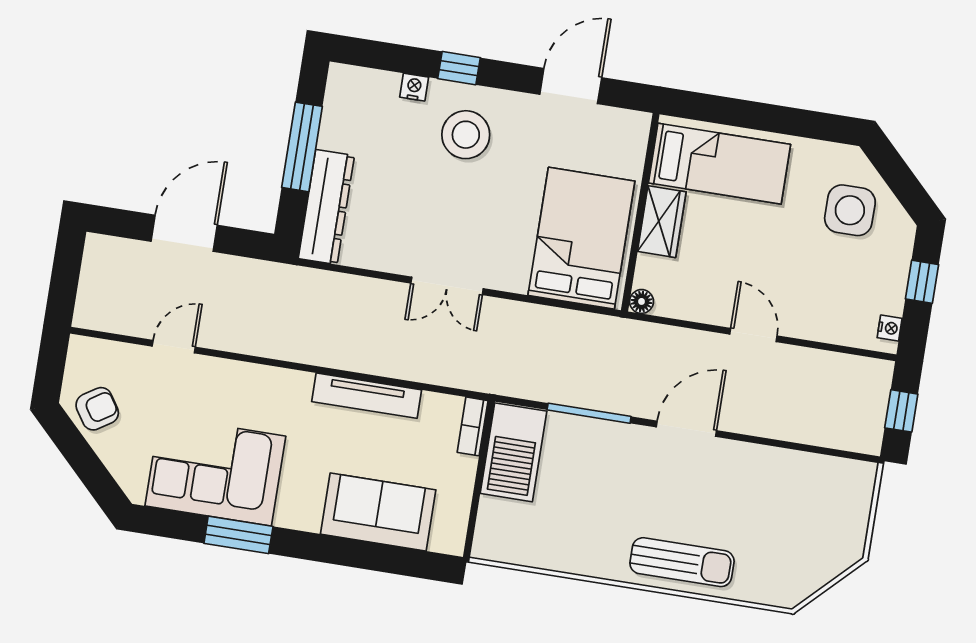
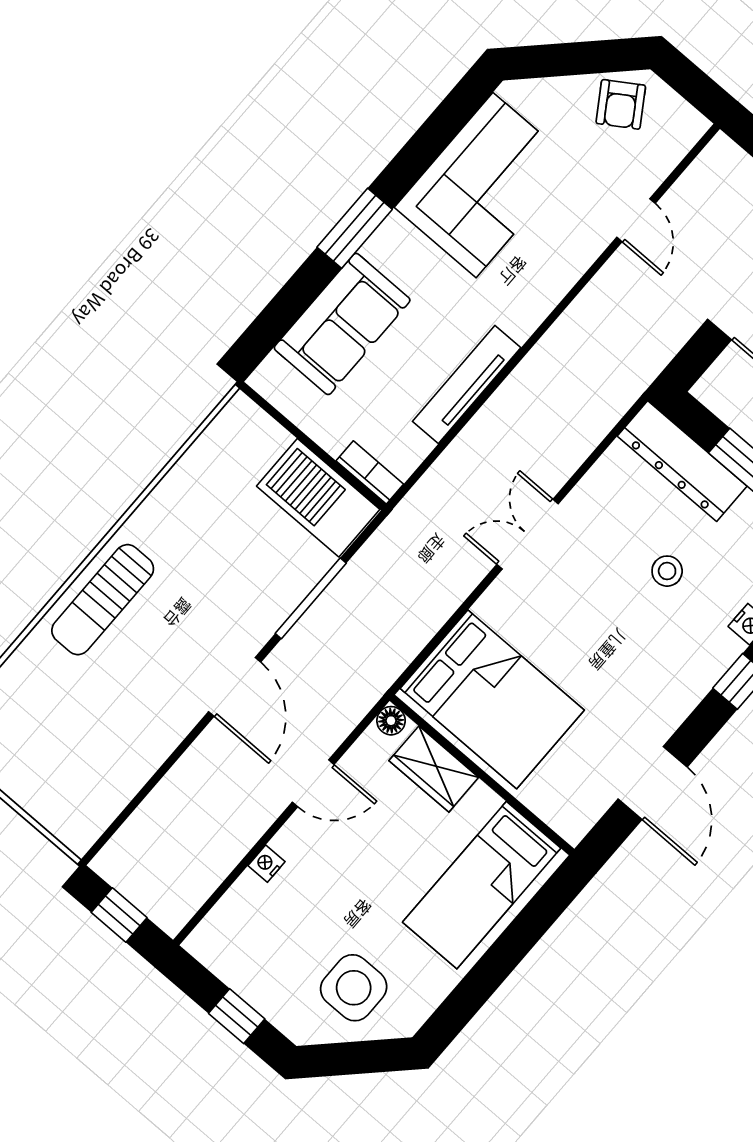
stool: (466, 135) -> (667, 571), moved, width x0.53, depth x0.53
wardrobe: (662, 222) -> (434, 769), moved
nightstand: (890, 328) -> (266, 864), moved, turned 90
door: (753, 335) -> (313, 783), moved
window: (238, 535) -> (355, 228), moved

